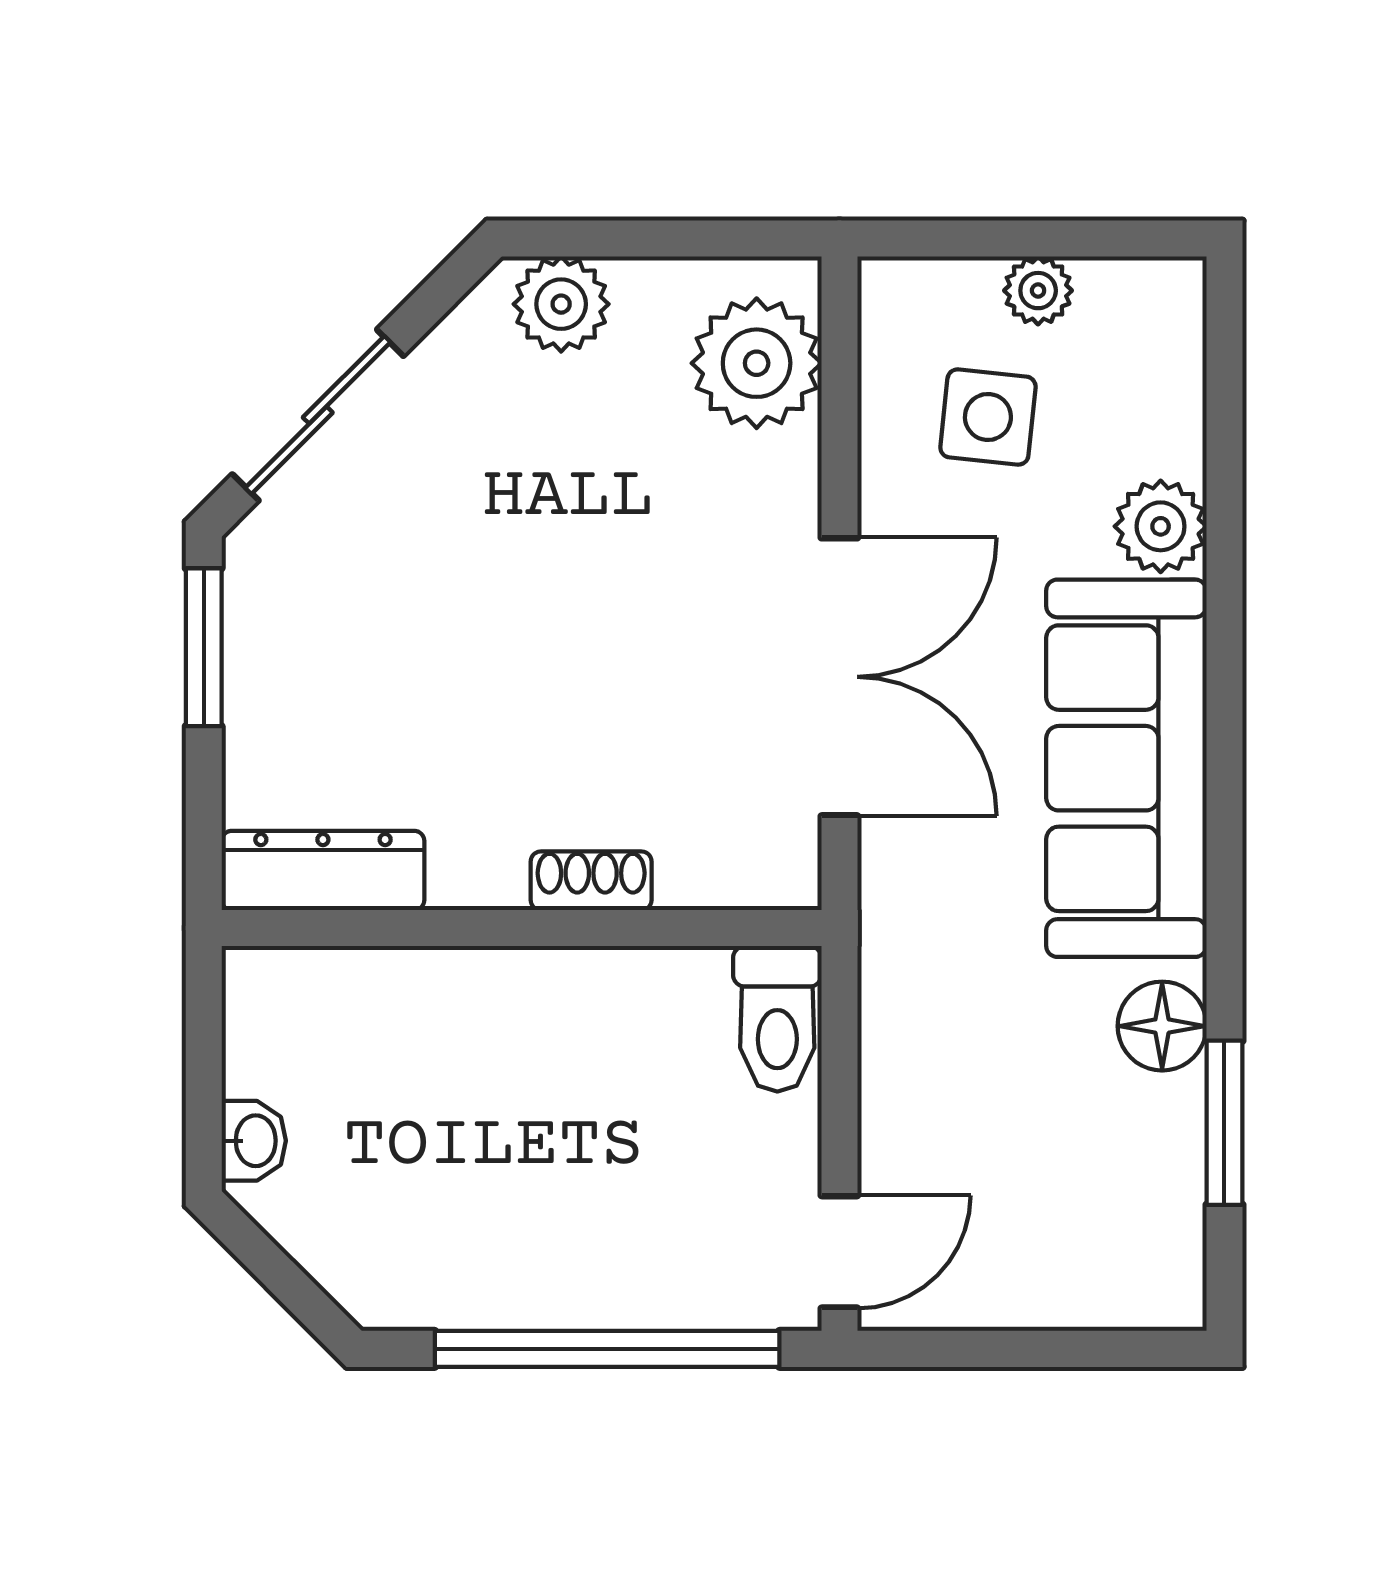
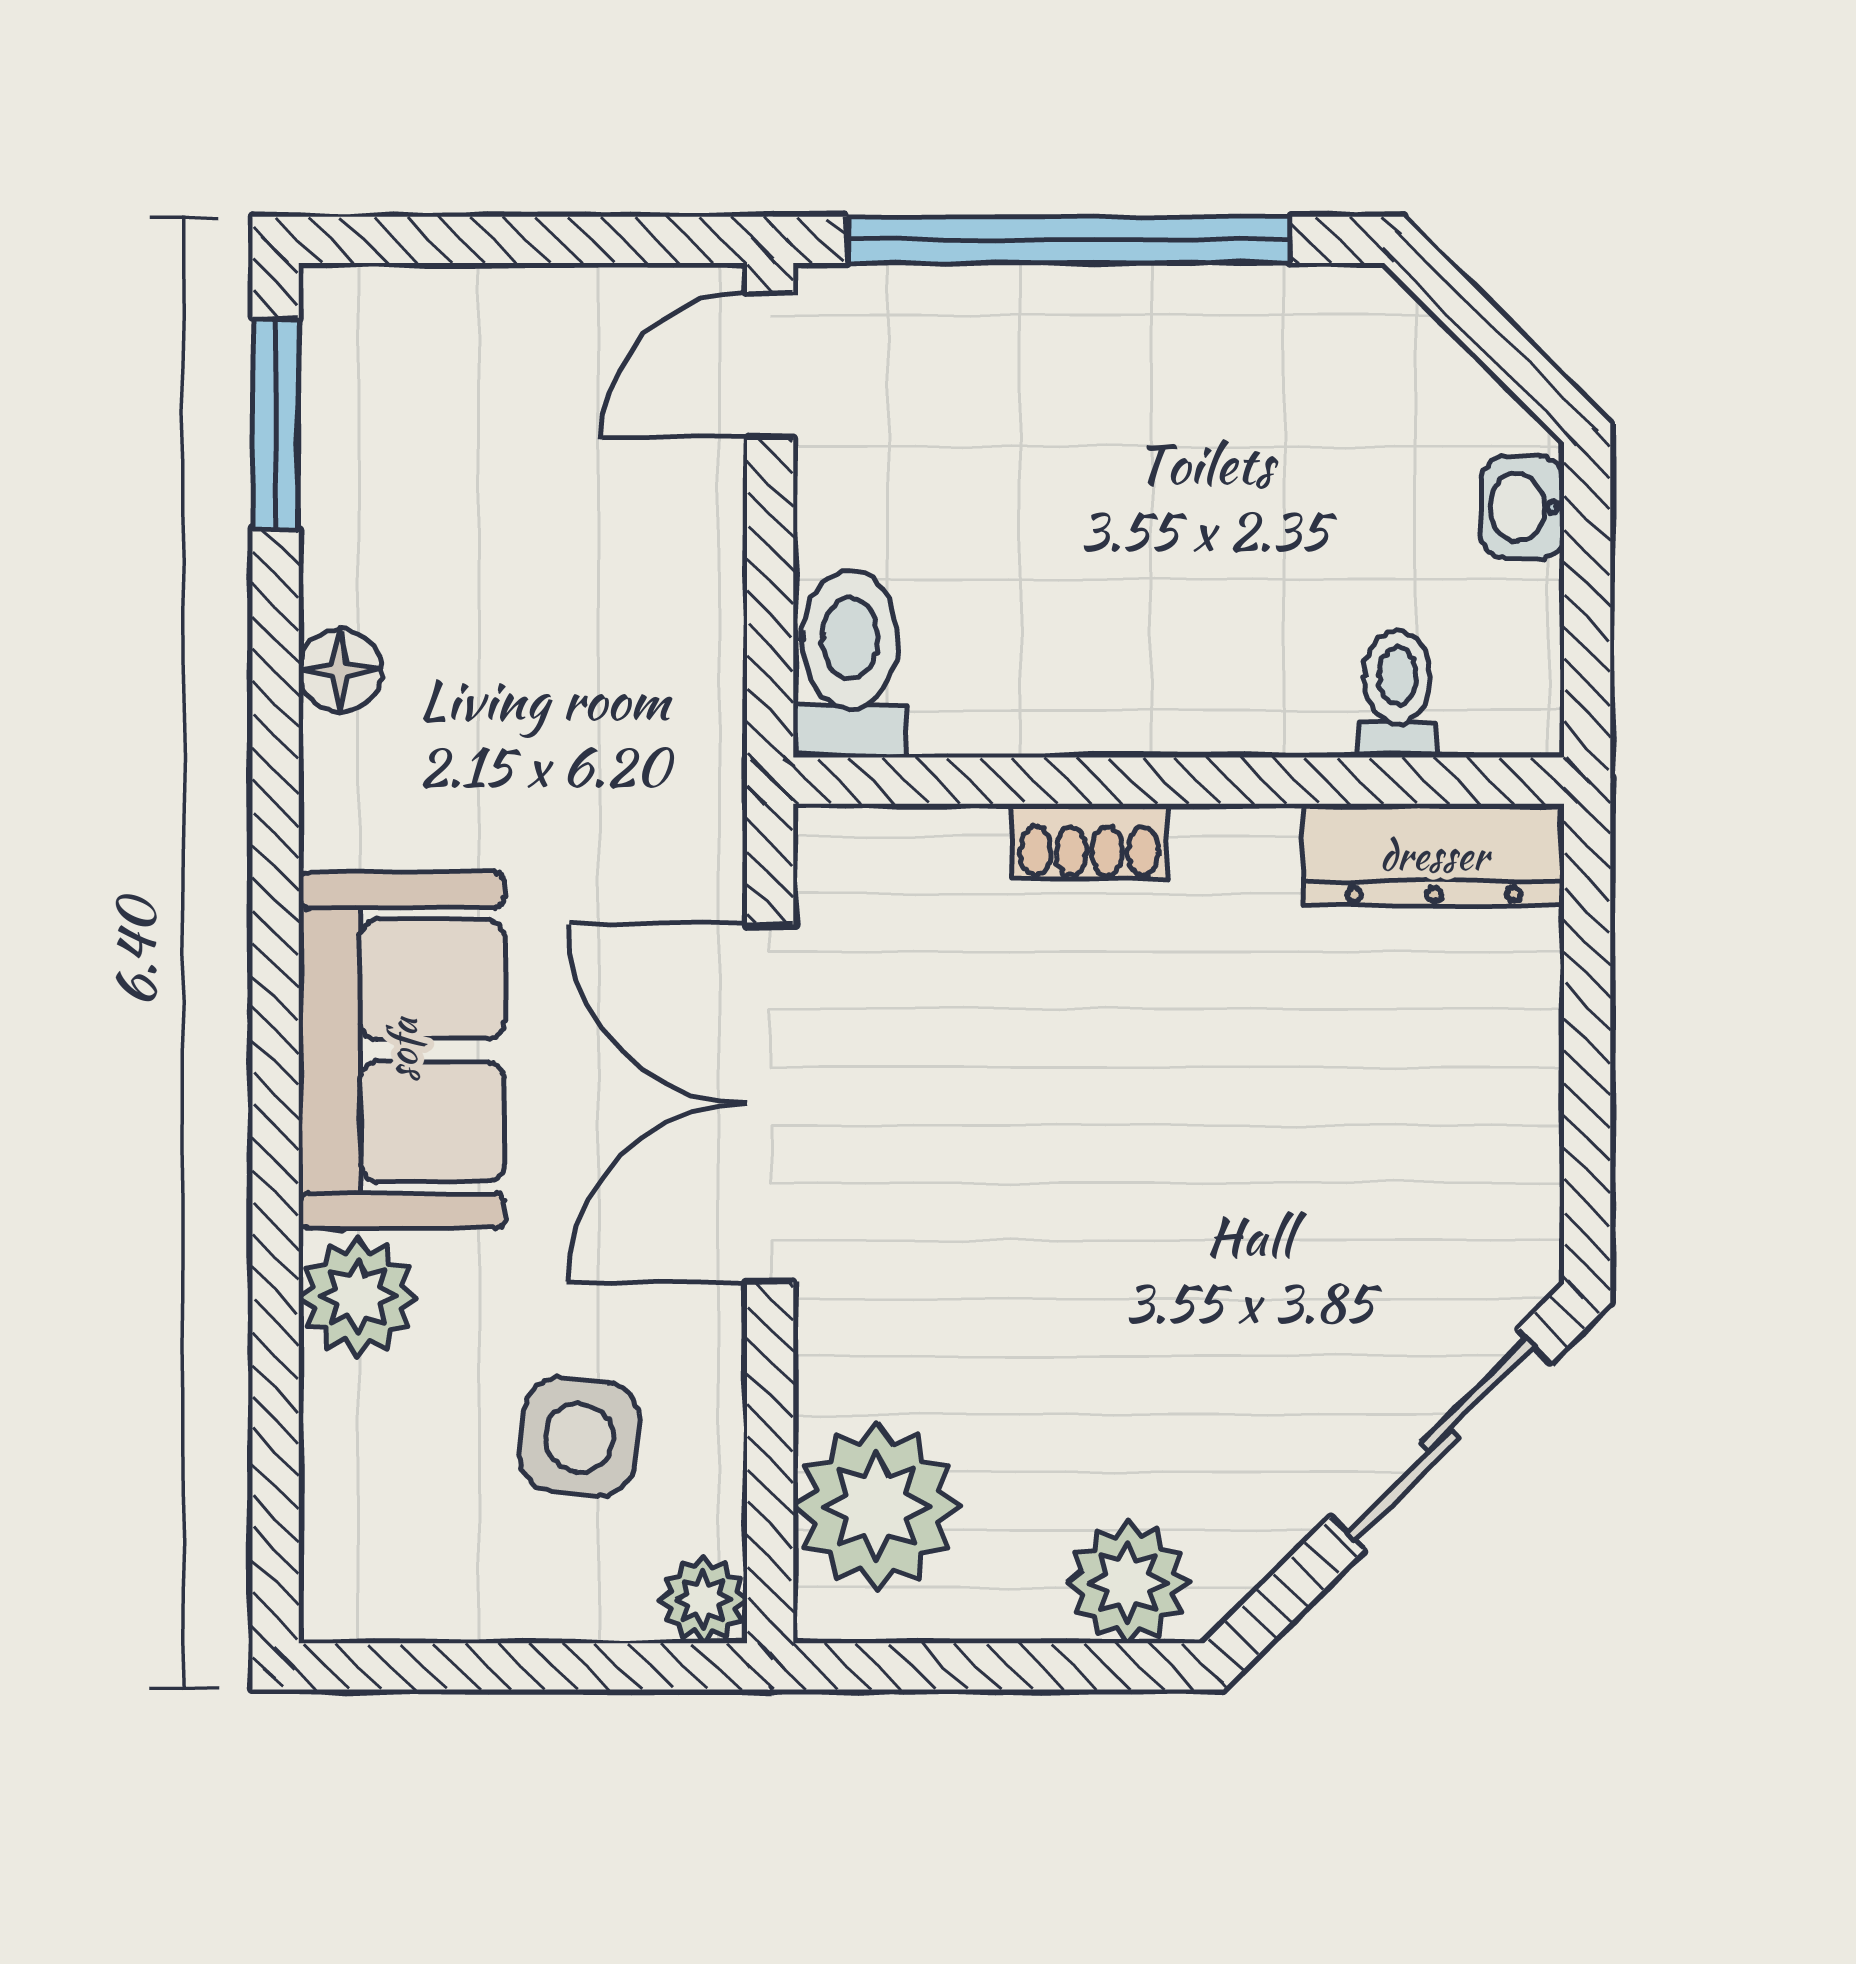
plant: (1038, 291) -> (703, 1600), moved
window: (204, 647) -> (1587, 1141), removed
sofa: (1126, 768) -> (402, 1050), width x0.73
toilet: (351, 996) -> (1398, 694), added
floor lamp: (1162, 1026) -> (340, 670), width x0.73, depth x0.73
window: (1224, 1123) -> (276, 424), moved

